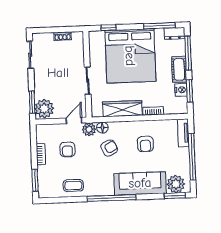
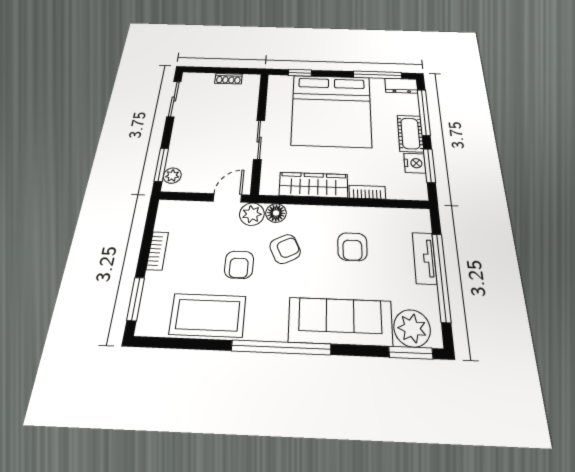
plant: (44, 109) -> (172, 176), width x0.53, depth x0.53
tv unit: (183, 133) -> (424, 258), moved
armchair: (67, 149) -> (239, 265), moved
coffee table: (73, 185) -> (208, 315), width x1.86, depth x1.72

